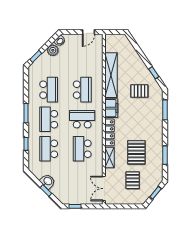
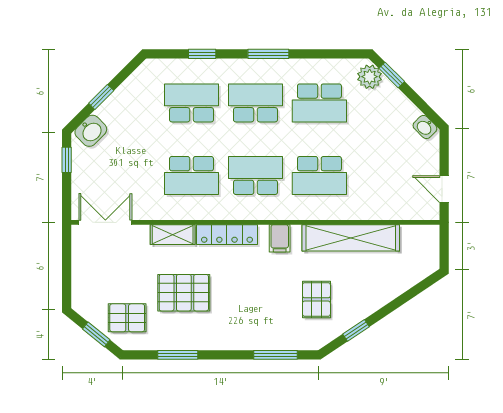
plant: (53, 50) -> (370, 77), moved
filing cabinet: (111, 108) -> (280, 238), width x0.50
school desk: (82, 119) -> (255, 175), turned -90
school desk: (82, 149) -> (192, 175), turned 180
pallet: (133, 180) -> (127, 318), moved
washbasin: (48, 181) -> (91, 131), moved

